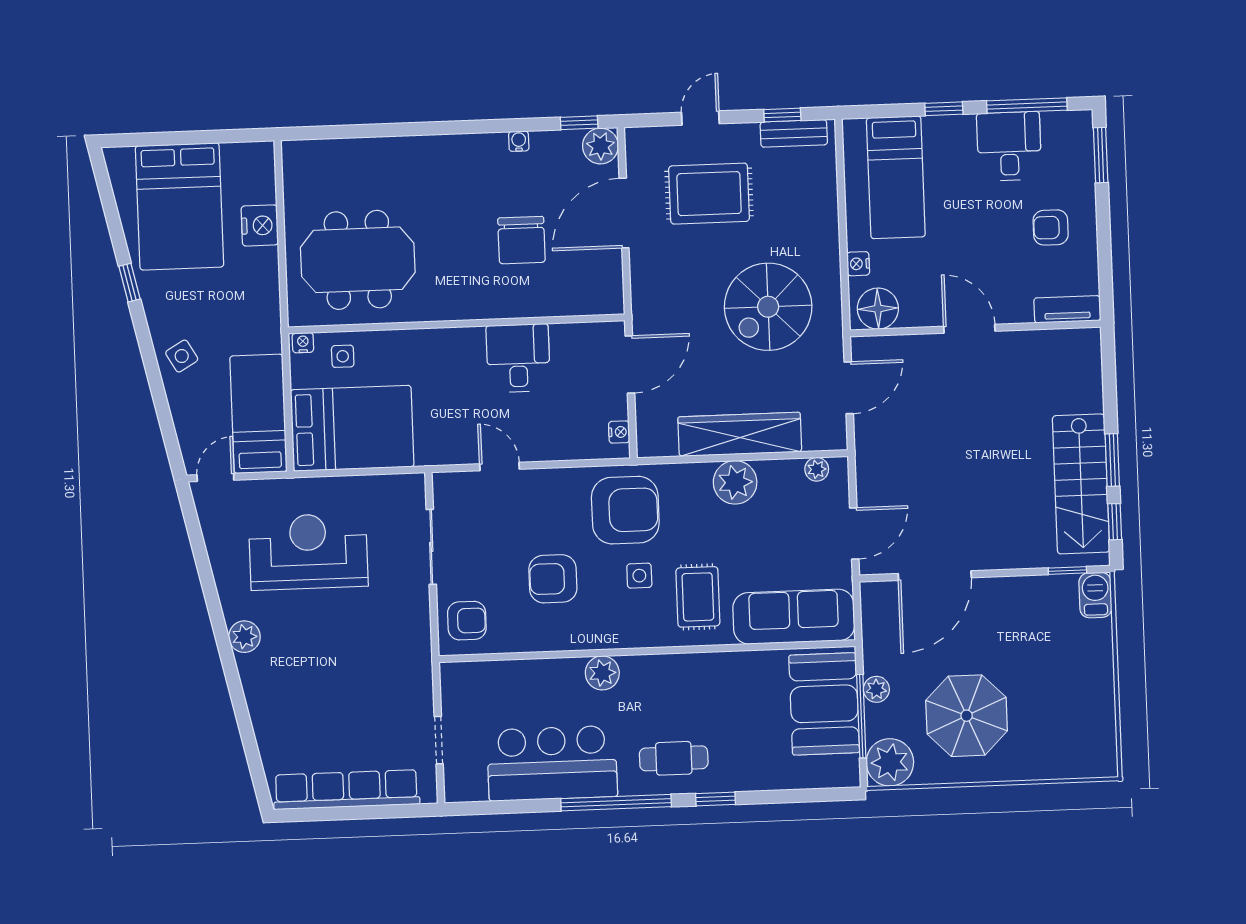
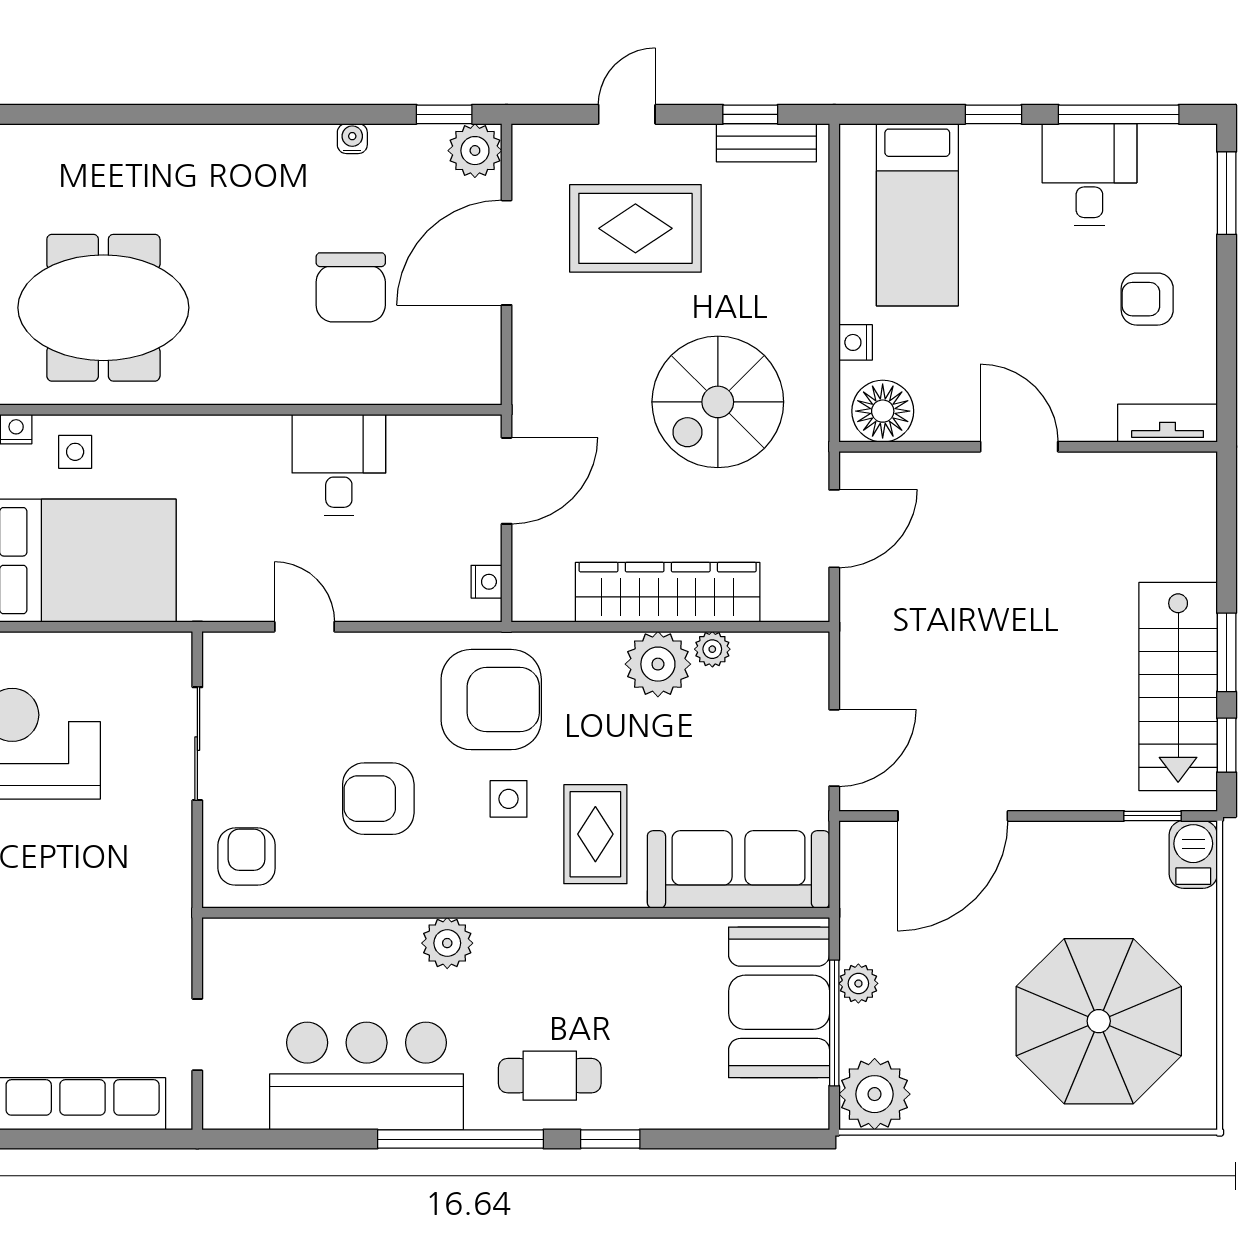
plant: (817, 469) -> (712, 649), moved
armchair: (467, 621) -> (247, 857), turned -90
parasol: (967, 716) -> (1099, 1021), moved, width x1.36, depth x1.36

